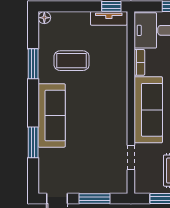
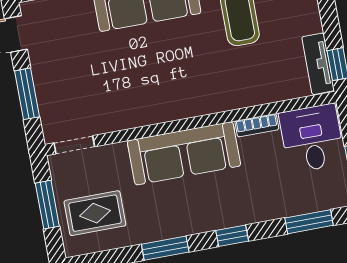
doorway: (131, 157) -> (74, 145), moved

